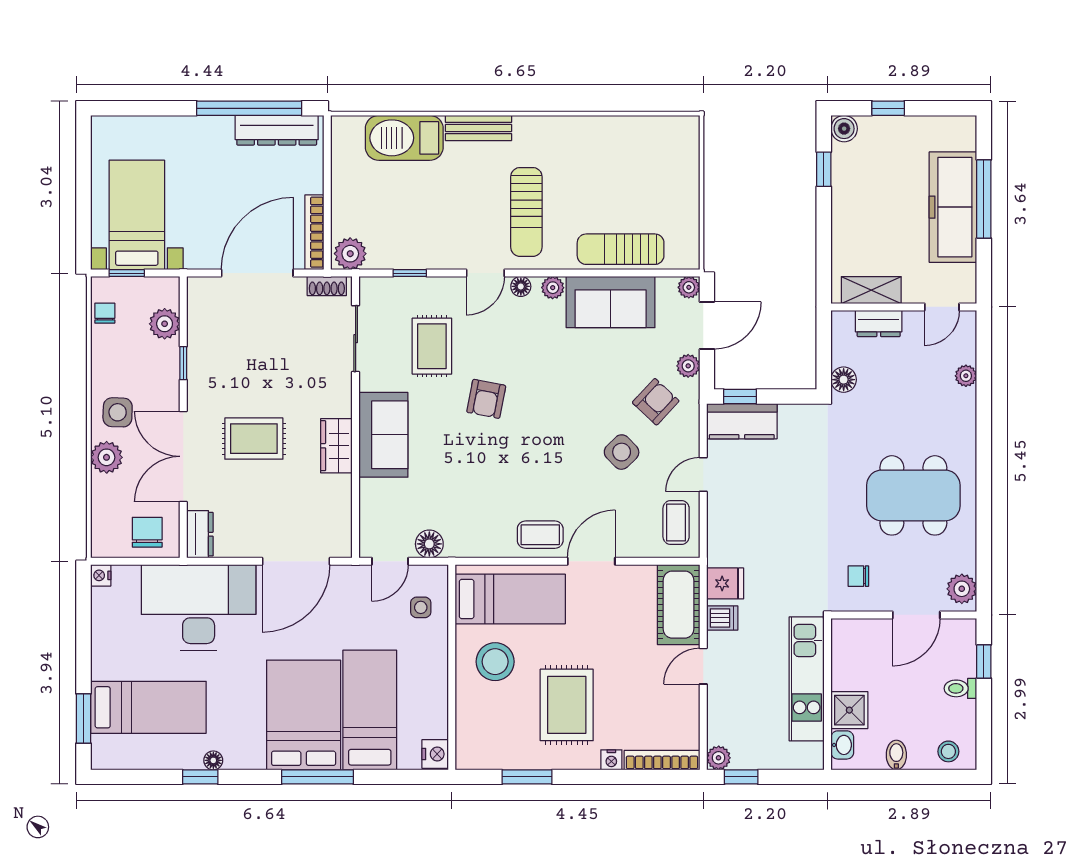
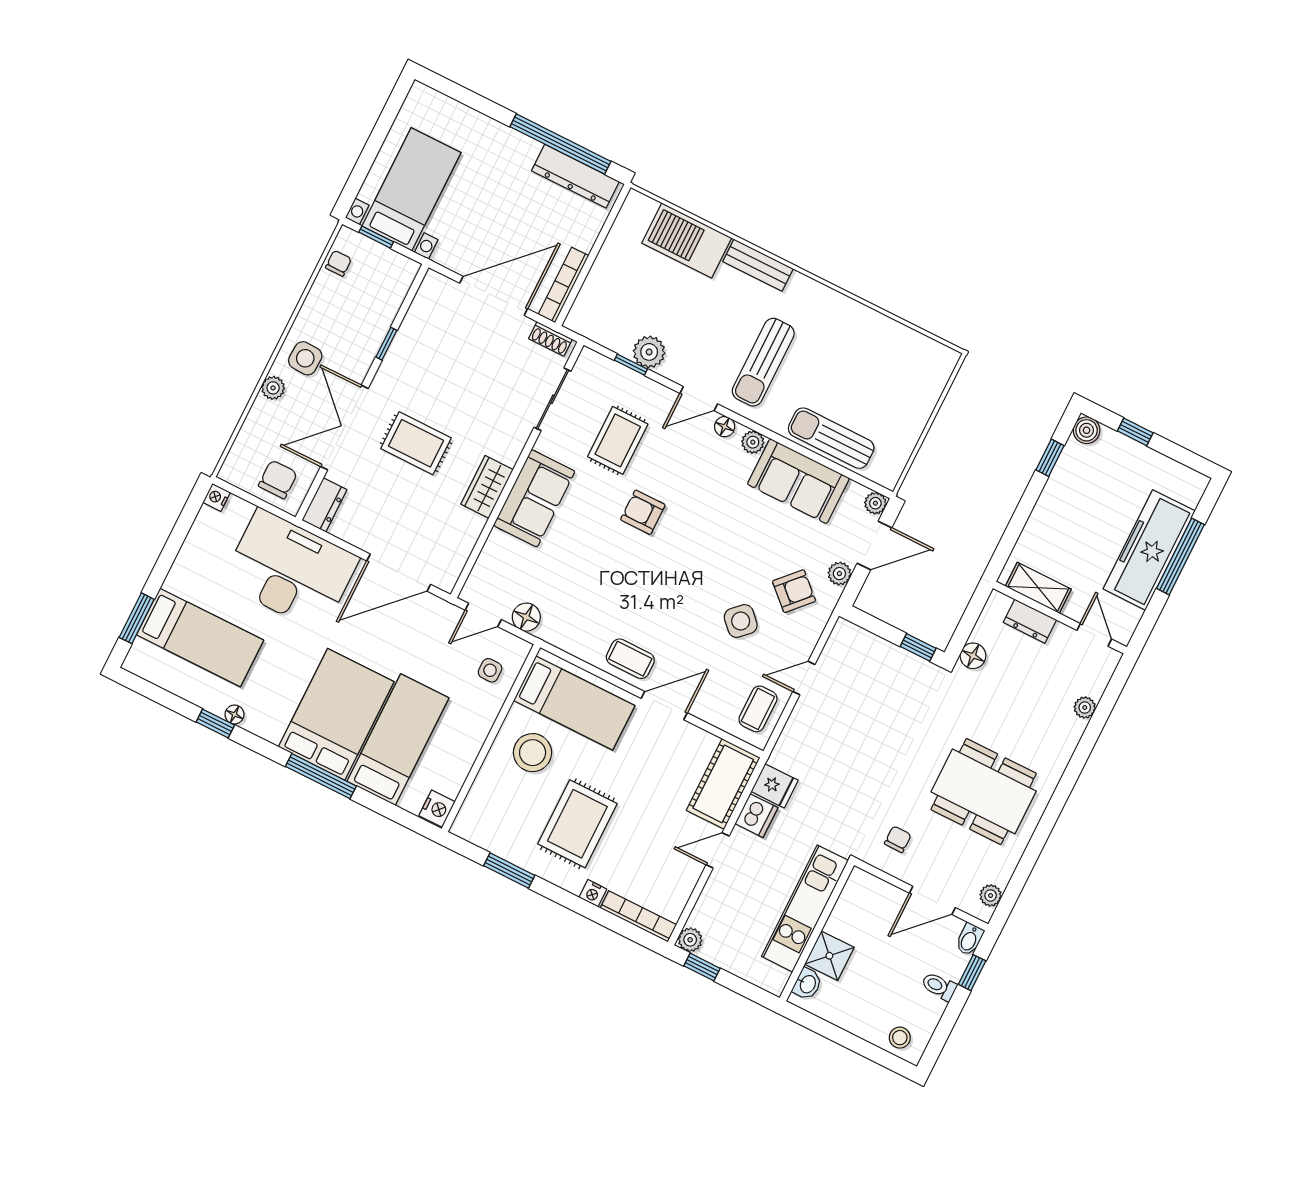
plant: (350, 254) -> (649, 352), moved
door: (942, 307) -> (1094, 635), swing flipped
plant: (165, 324) -> (387, 300), removed
window: (740, 397) -> (918, 647), moved
armchair: (486, 399) -> (643, 512), turned 79
kitchen counter: (742, 421) -> (863, 647), removed
plant: (107, 457) -> (273, 388), width x0.73, depth x0.73
chair: (858, 576) -> (898, 839), turned 90
plant: (962, 589) -> (991, 895), width x0.73, depth x0.73
dishwasher: (722, 618) -> (756, 816), width x1.38
bidet: (896, 755) -> (969, 939), moved, turned 180

